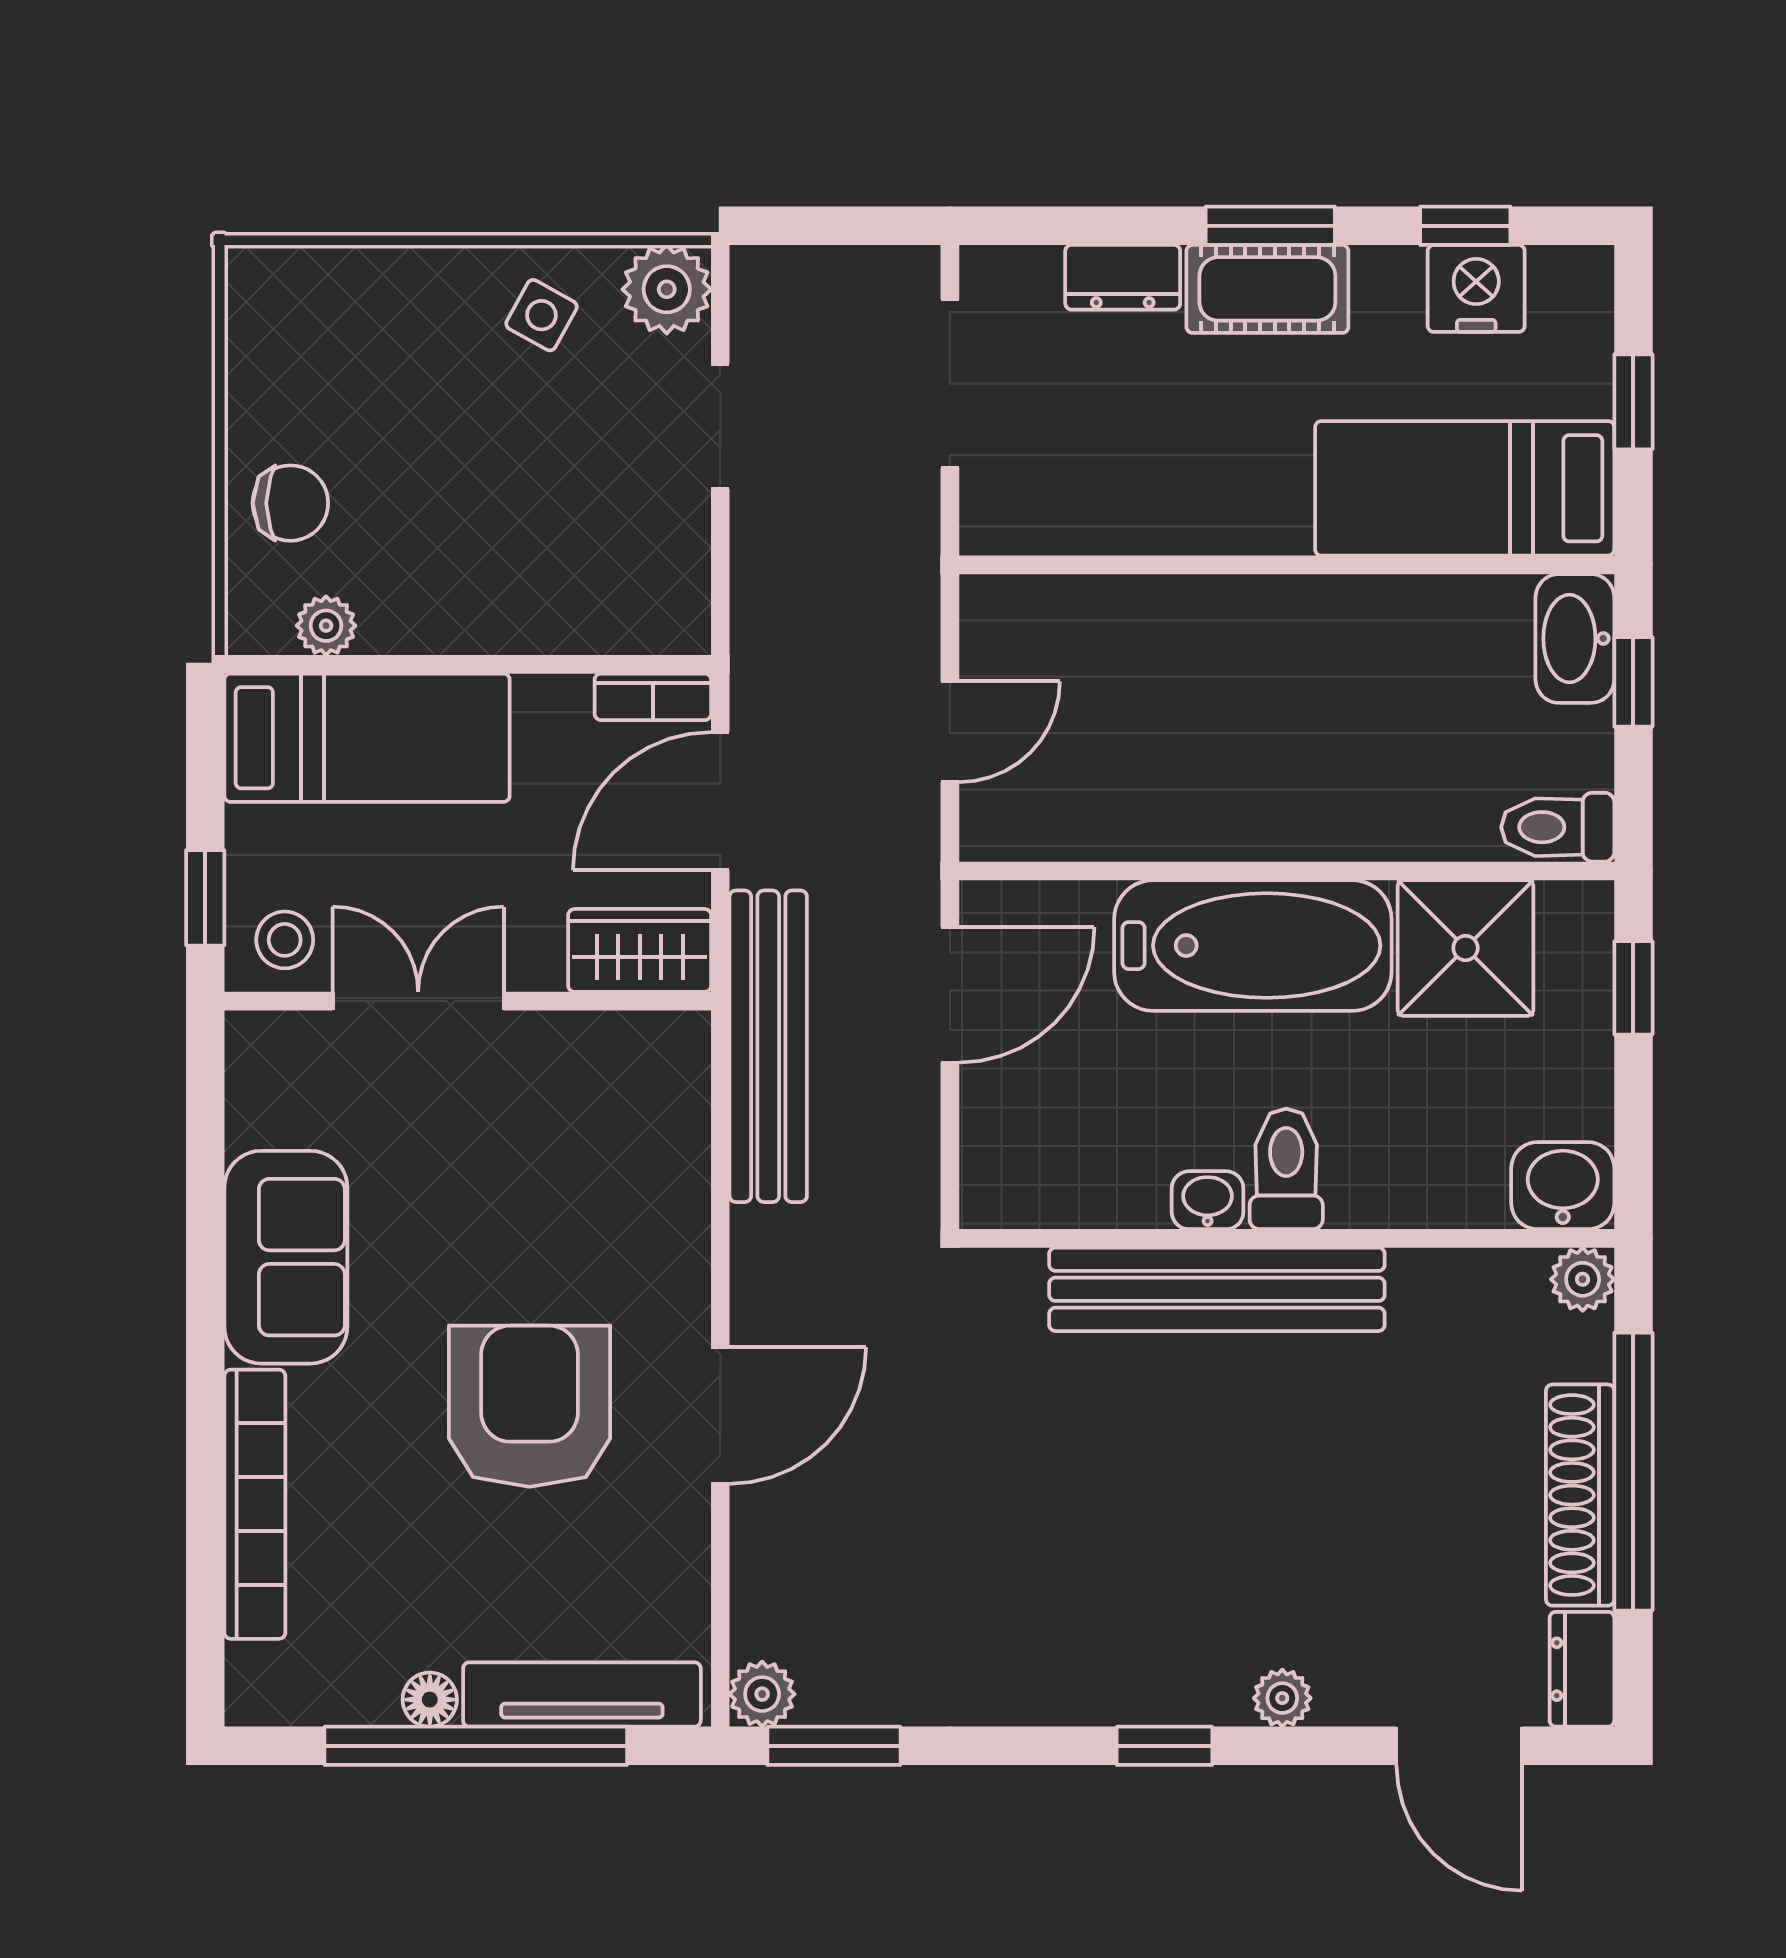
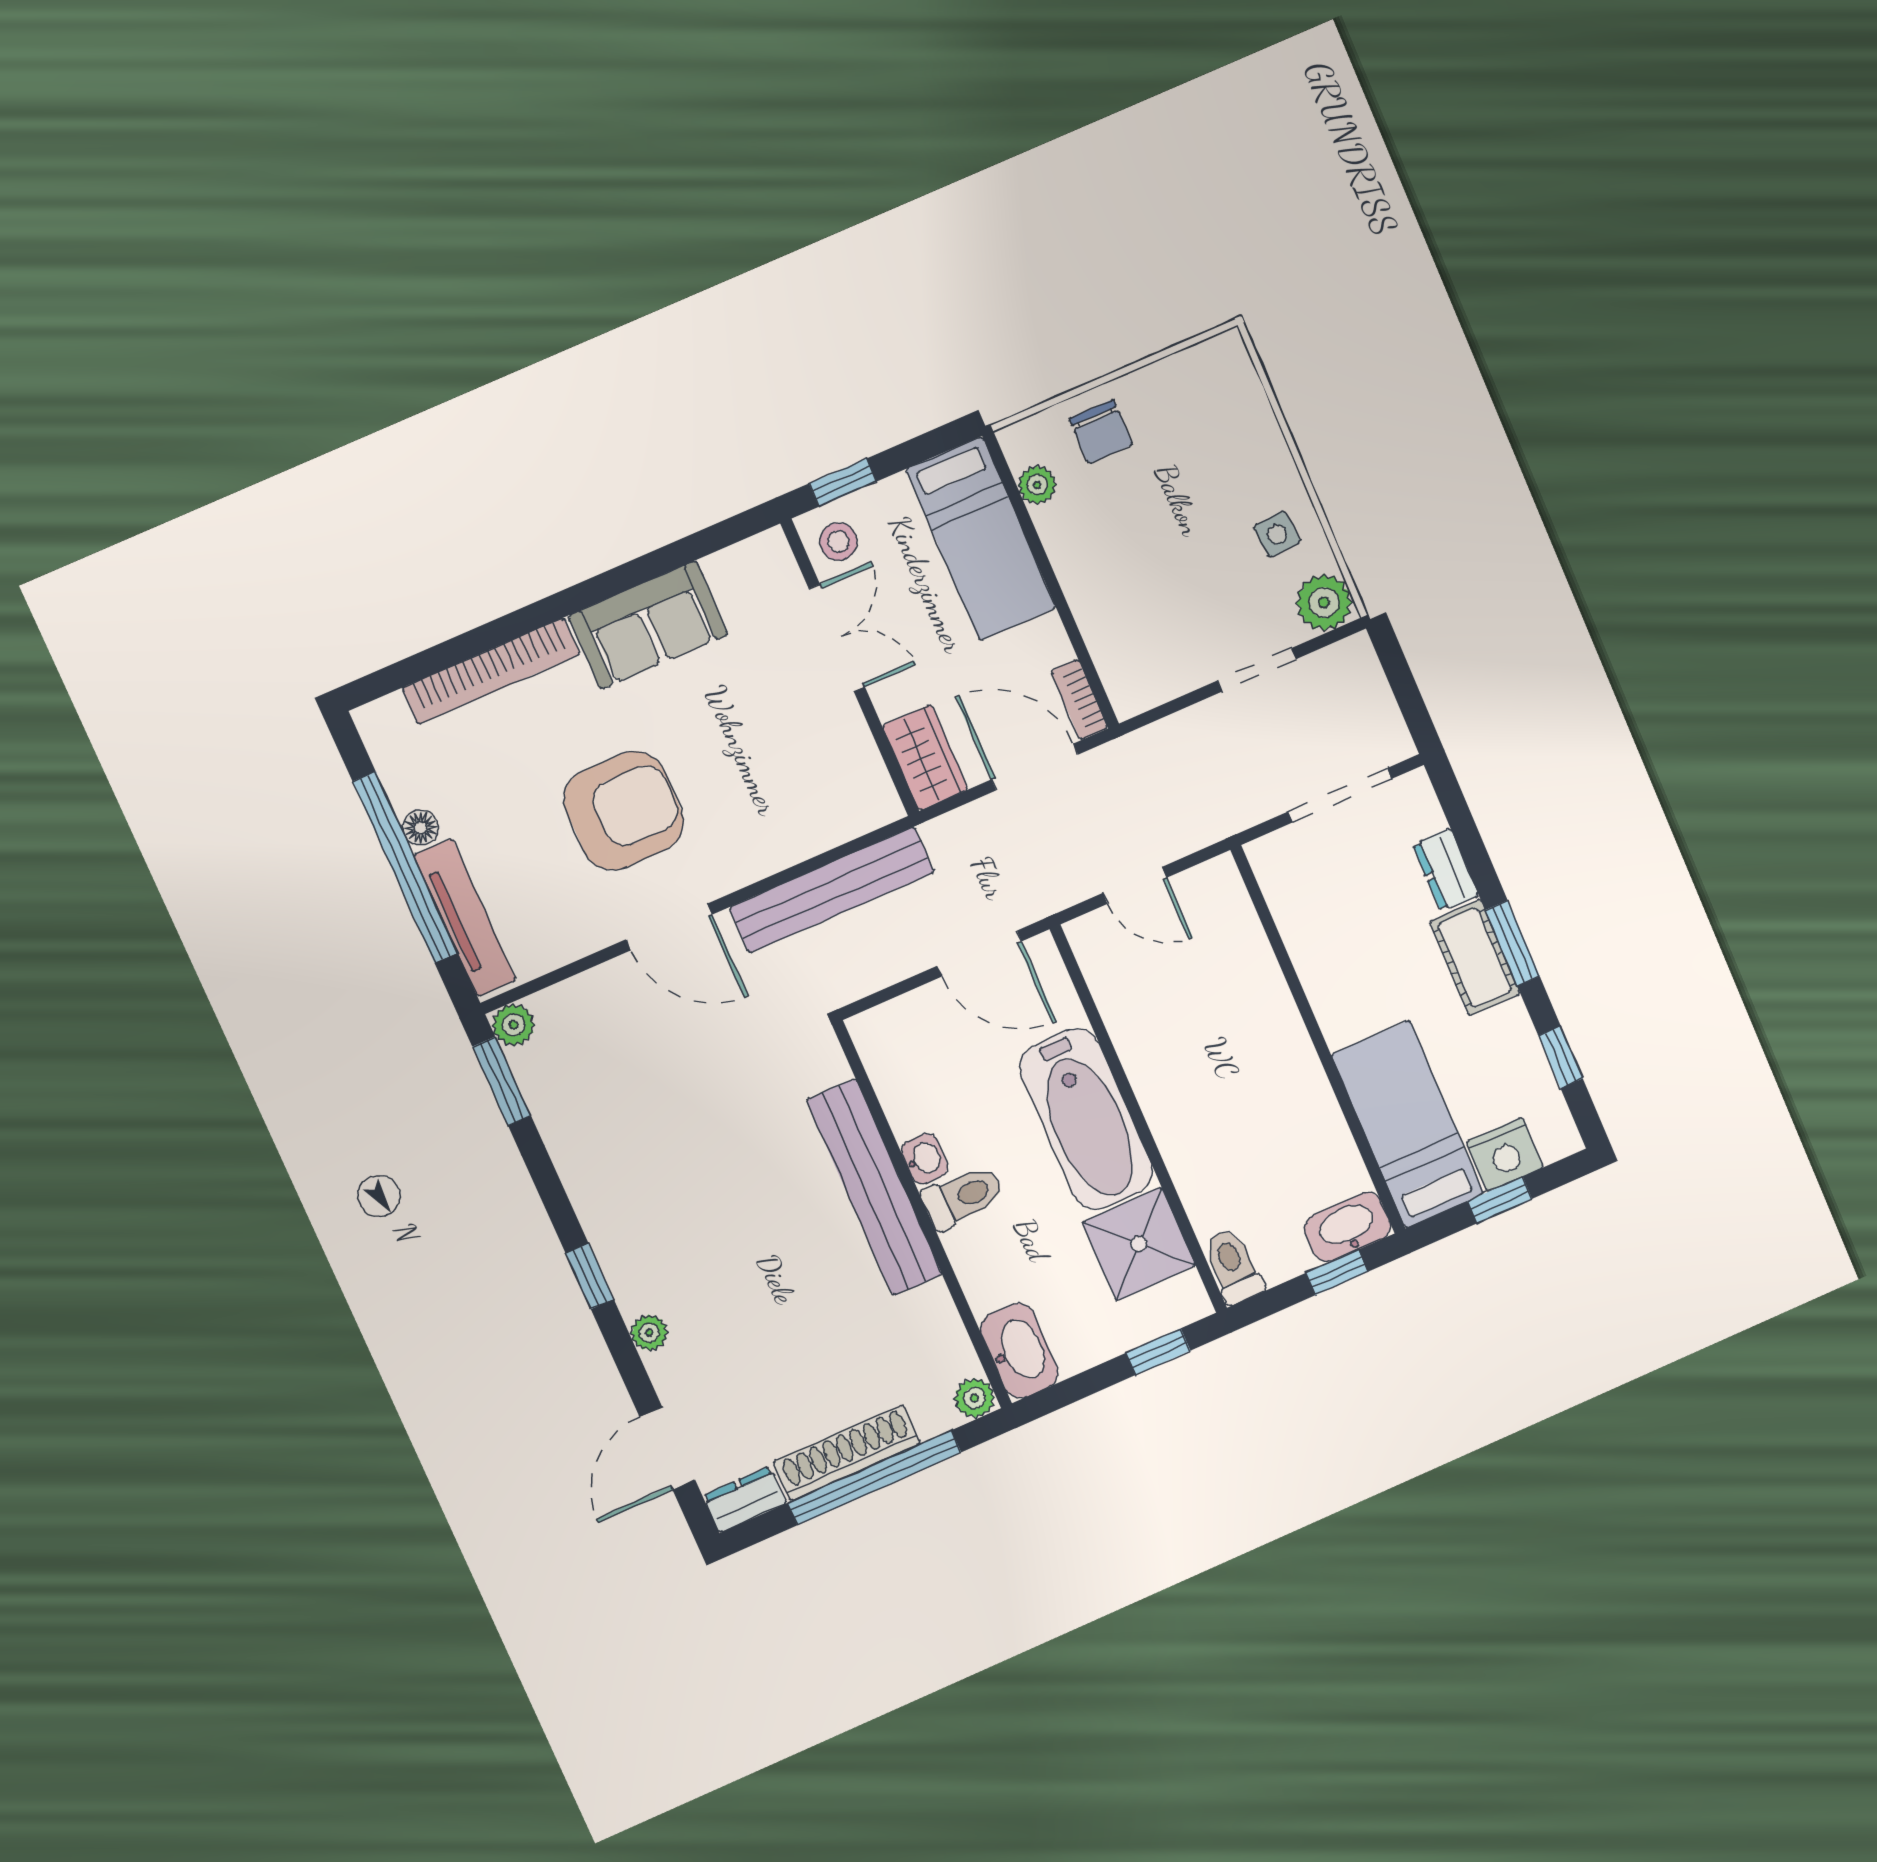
nightstand: (1476, 288) -> (1505, 1155), moved, turned 90
side table: (541, 315) -> (1277, 534), turned -34
bench: (768, 1046) -> (832, 890), moved
washbasin: (1563, 1186) -> (1019, 1351), width x1.38

